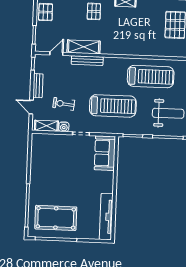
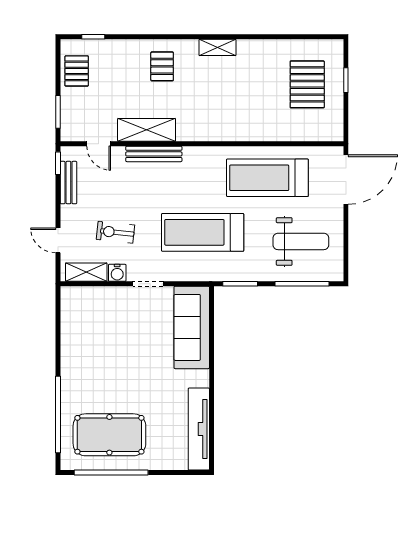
door: (56, 54) -> (99, 144), swing flipped
treadmill: (151, 77) -> (267, 178), turned 180
bench: (38, 86) -> (68, 183), moved
treadmill: (113, 106) -> (203, 232), turned 180
sofa: (105, 153) -> (192, 327), width x1.36

